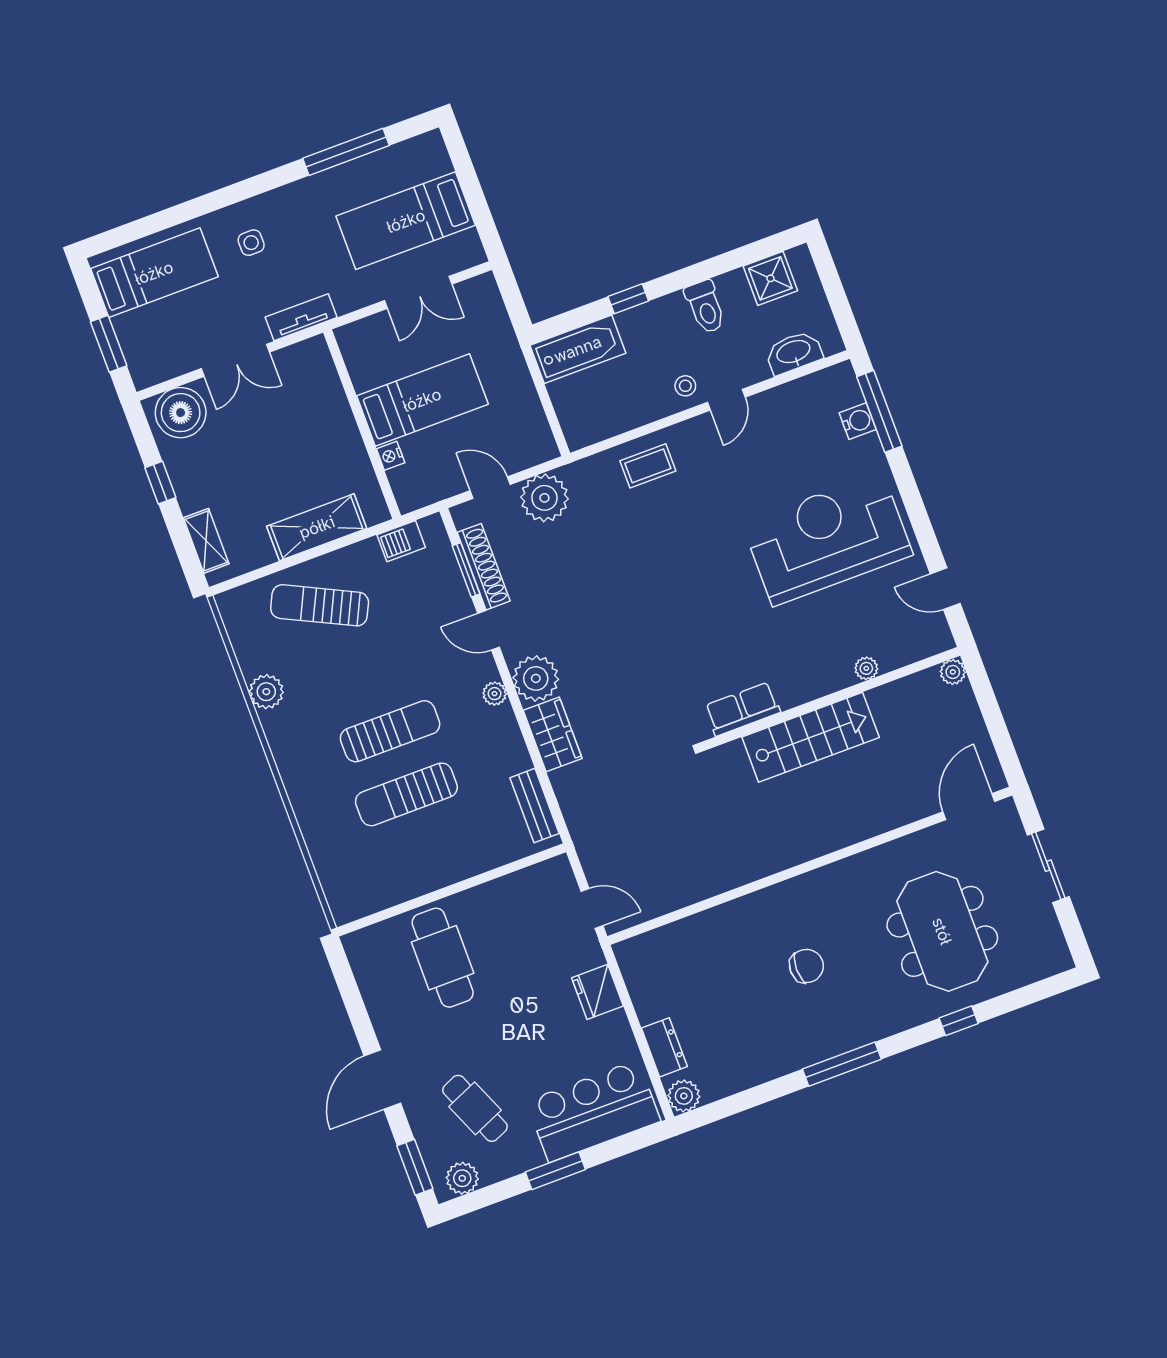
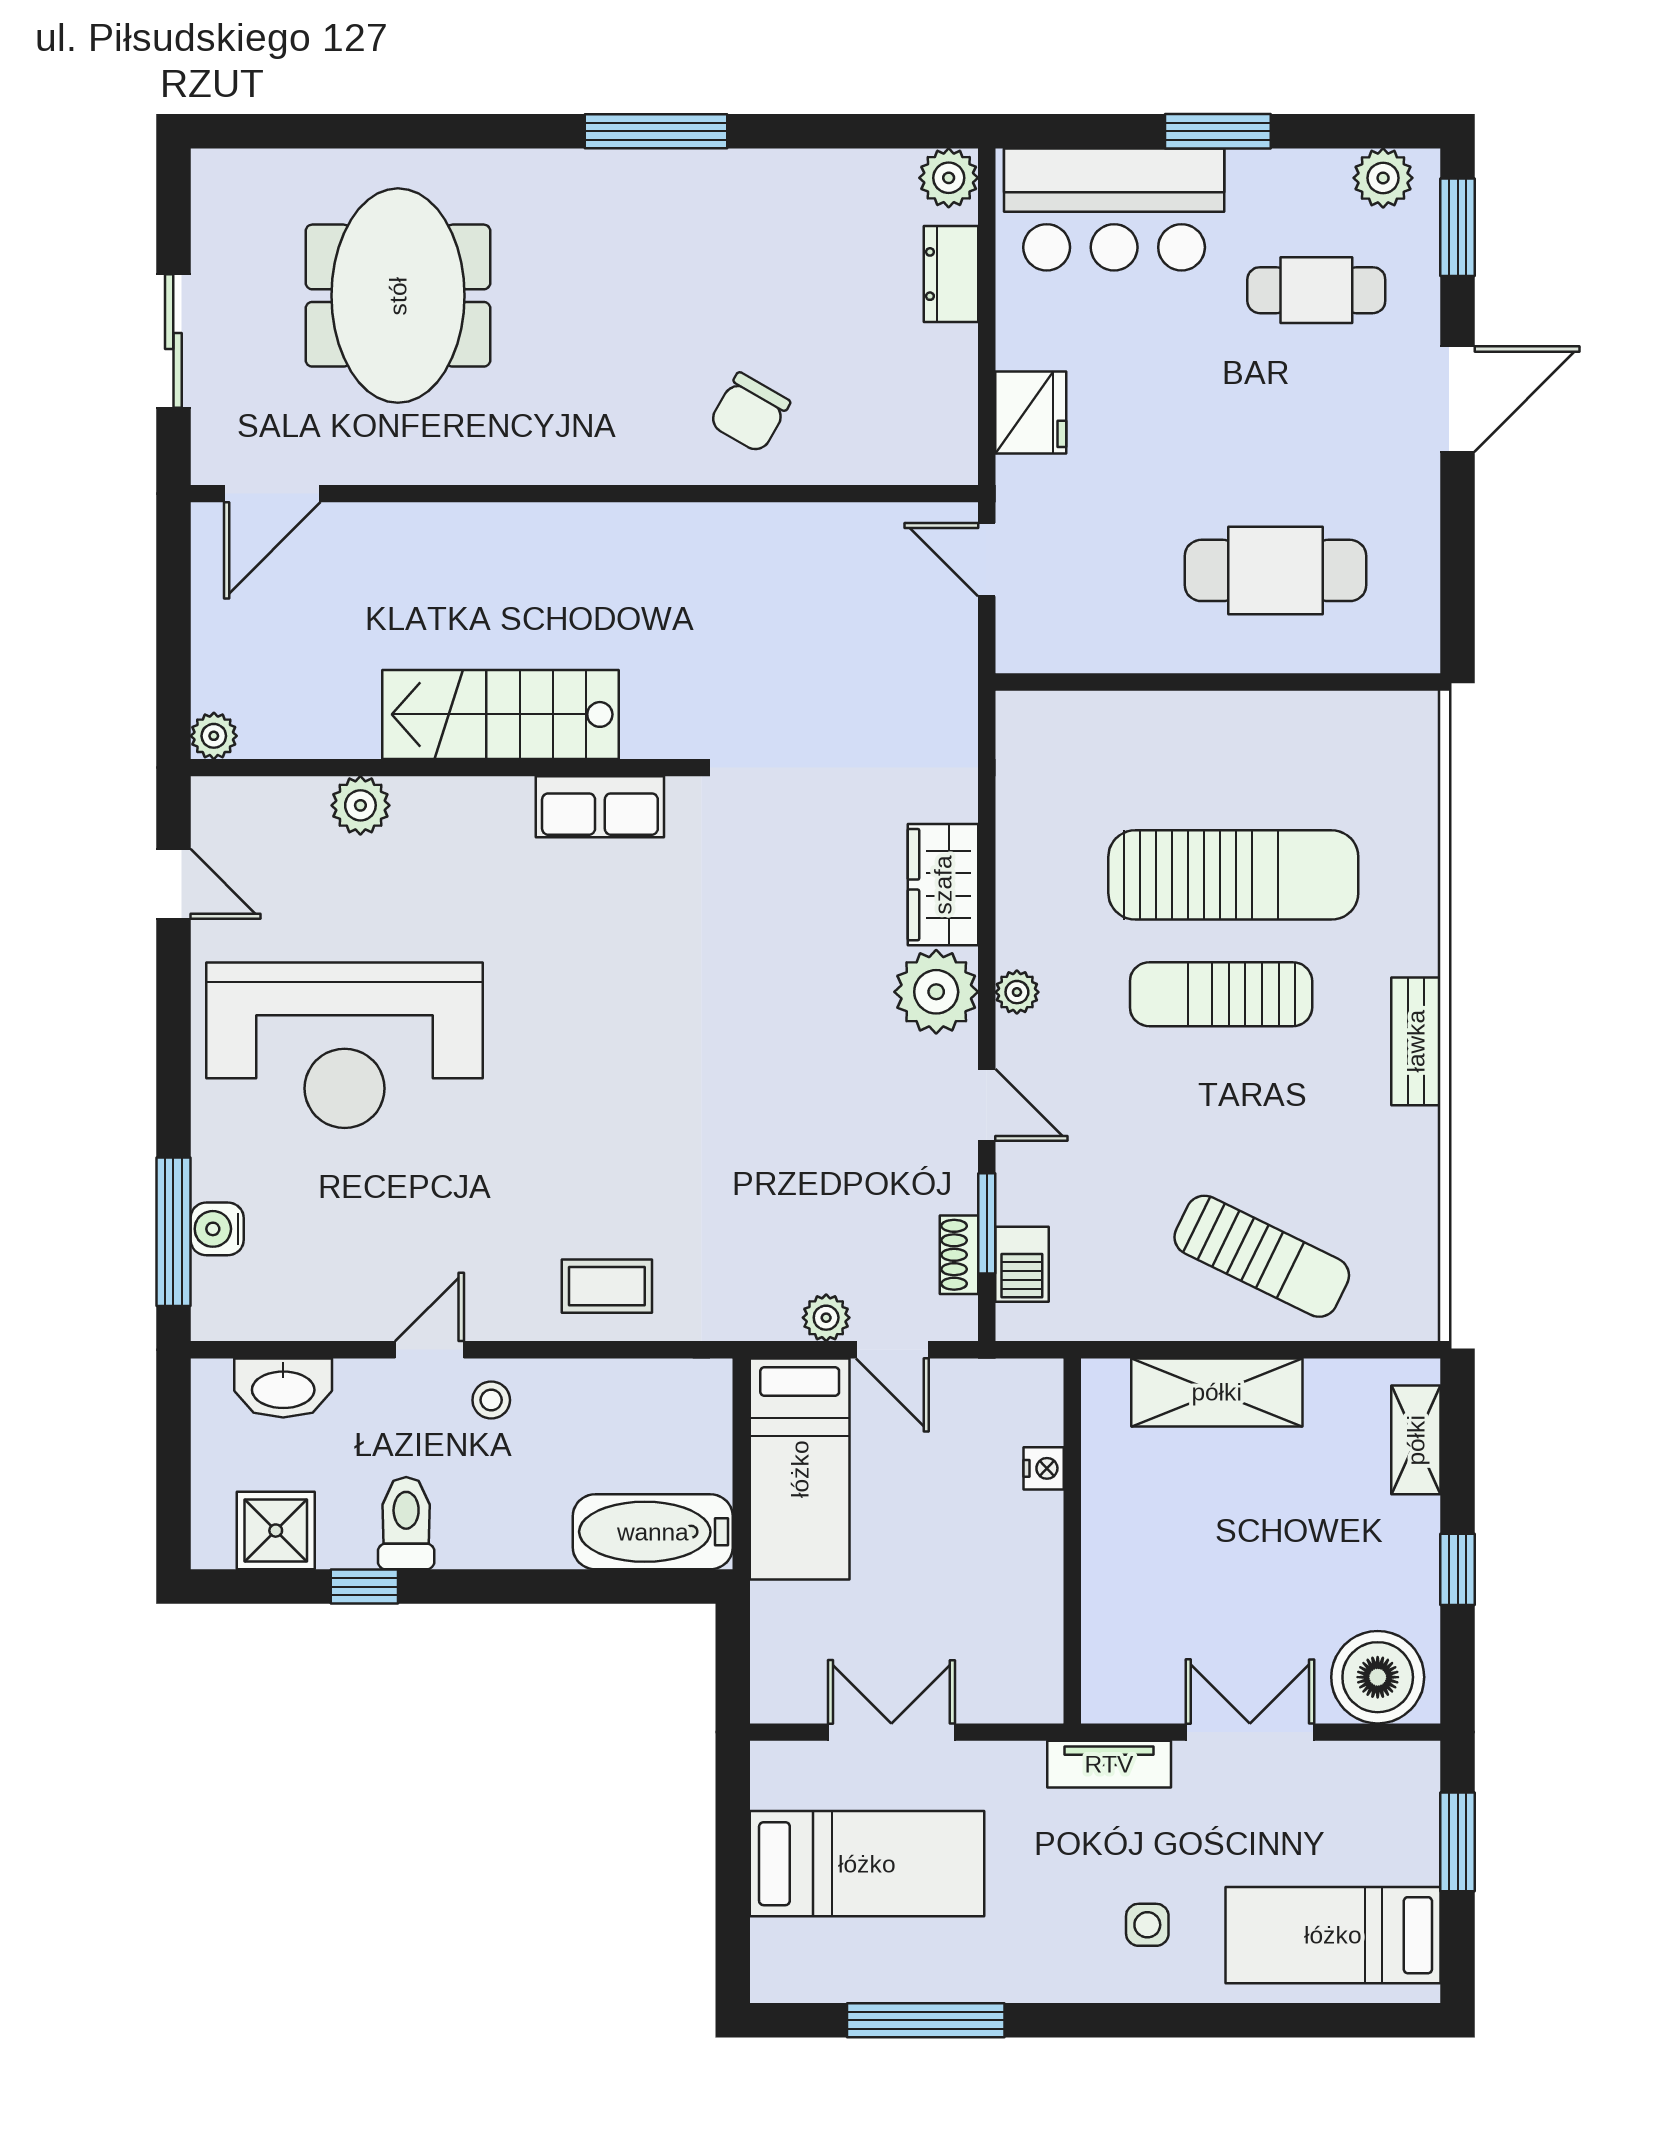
window: (628, 299) -> (364, 1587), moved
bed: (422, 400) -> (800, 1469), moved, turned -90
plant: (544, 498) -> (826, 1318), width x0.53, depth x0.53
barbecue: (401, 541) -> (1022, 1264), moved, turned 90
shoe rack: (484, 567) -> (959, 1255), width x0.51, depth x0.81
plant: (866, 668) -> (360, 805), width x1.38, depth x1.38
plant: (266, 692) -> (1409, 1142), removed
sun lounger: (406, 794) -> (1233, 875), width x1.36, depth x1.34
bench: (535, 806) -> (1416, 1041), moved
cafe table: (443, 958) -> (1276, 570), turned 90
chair: (806, 966) -> (750, 413), moved, turned -60
window: (959, 1021) -> (427, 131), removed
cafe table: (475, 1108) -> (1316, 290), turned -67

